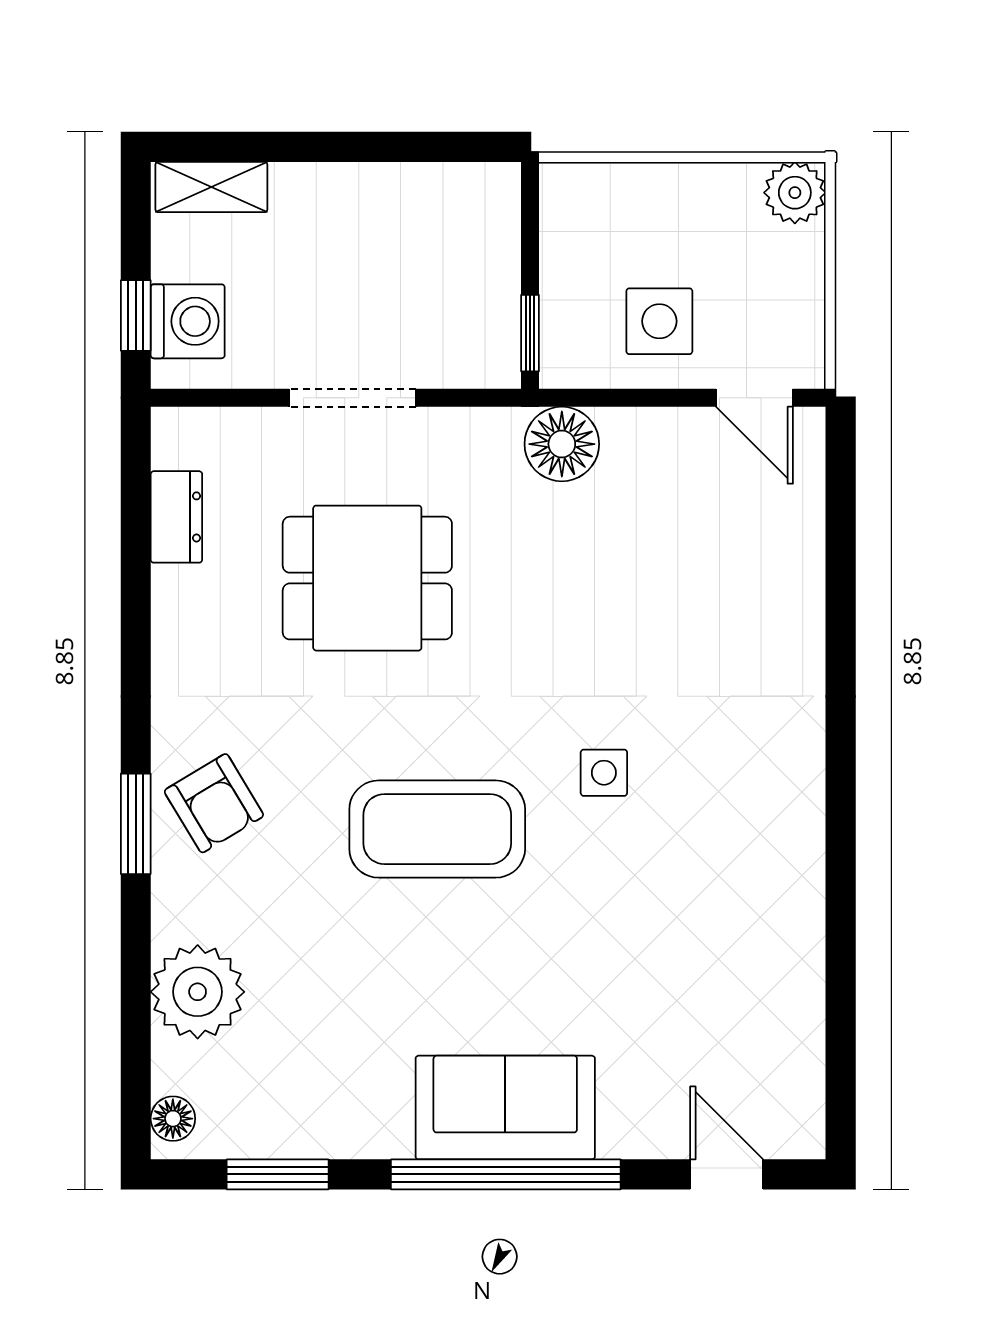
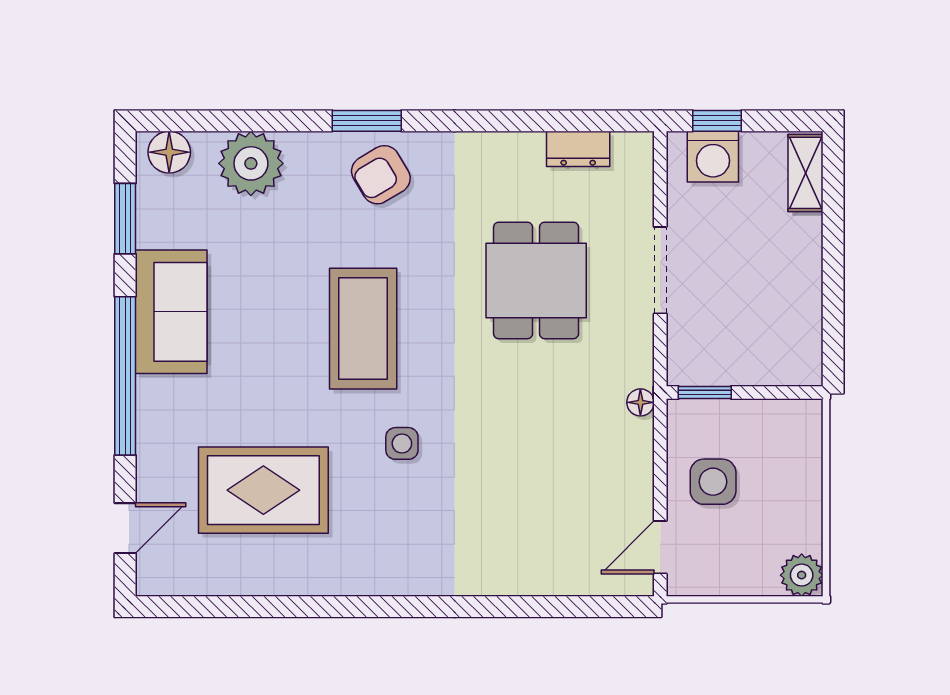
floor lamp: (562, 444) -> (640, 402), width x0.53, depth x0.53
rug: (672, 974) -> (263, 490), added
sofa: (505, 1108) -> (171, 312), moved
floor lamp: (173, 1119) -> (169, 152), width x1.37, depth x1.37

